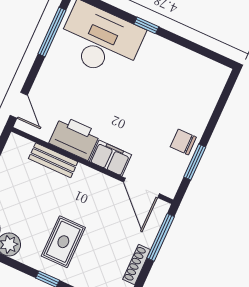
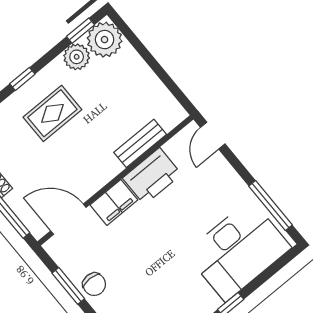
door: (19, 105) -> (213, 136), hinge flipped
chair: (183, 142) -> (94, 284), turned 90
rug: (63, 242) -> (52, 113), turned 90

